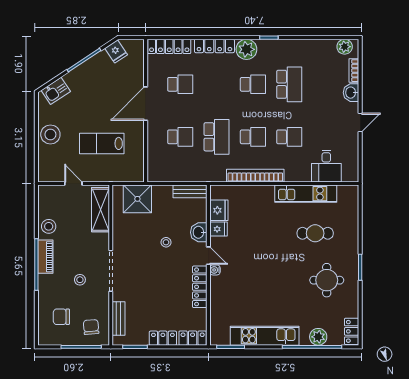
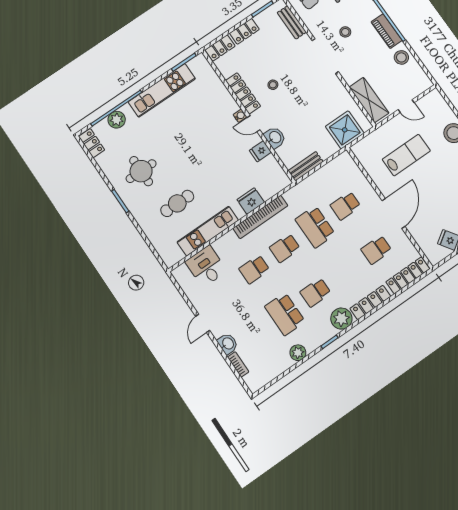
plant: (345, 47) -> (298, 353), moved
fridge: (219, 210) -> (251, 201), moved, turned 90
stool: (166, 242) -> (273, 85), moved

